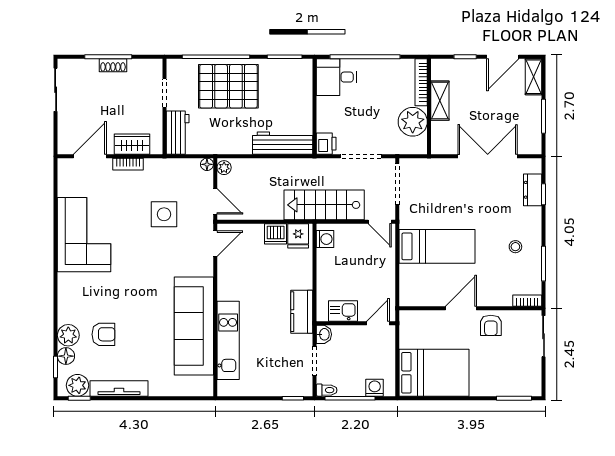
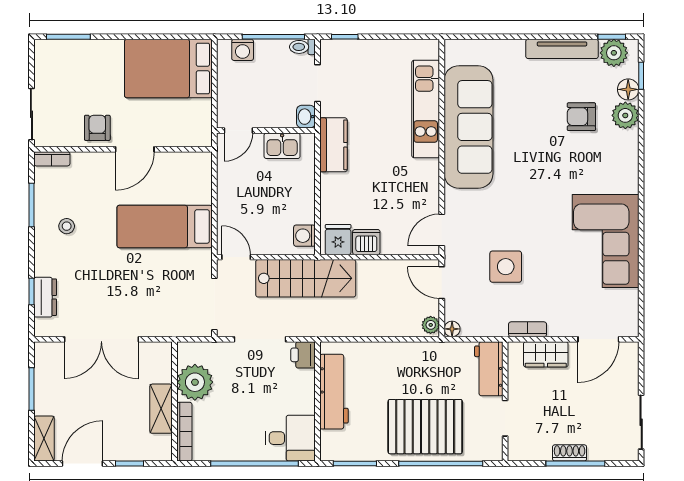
workbench: (283, 143) -> (334, 392), moved, turned -90
bookcase: (128, 164) -> (528, 329), moved

